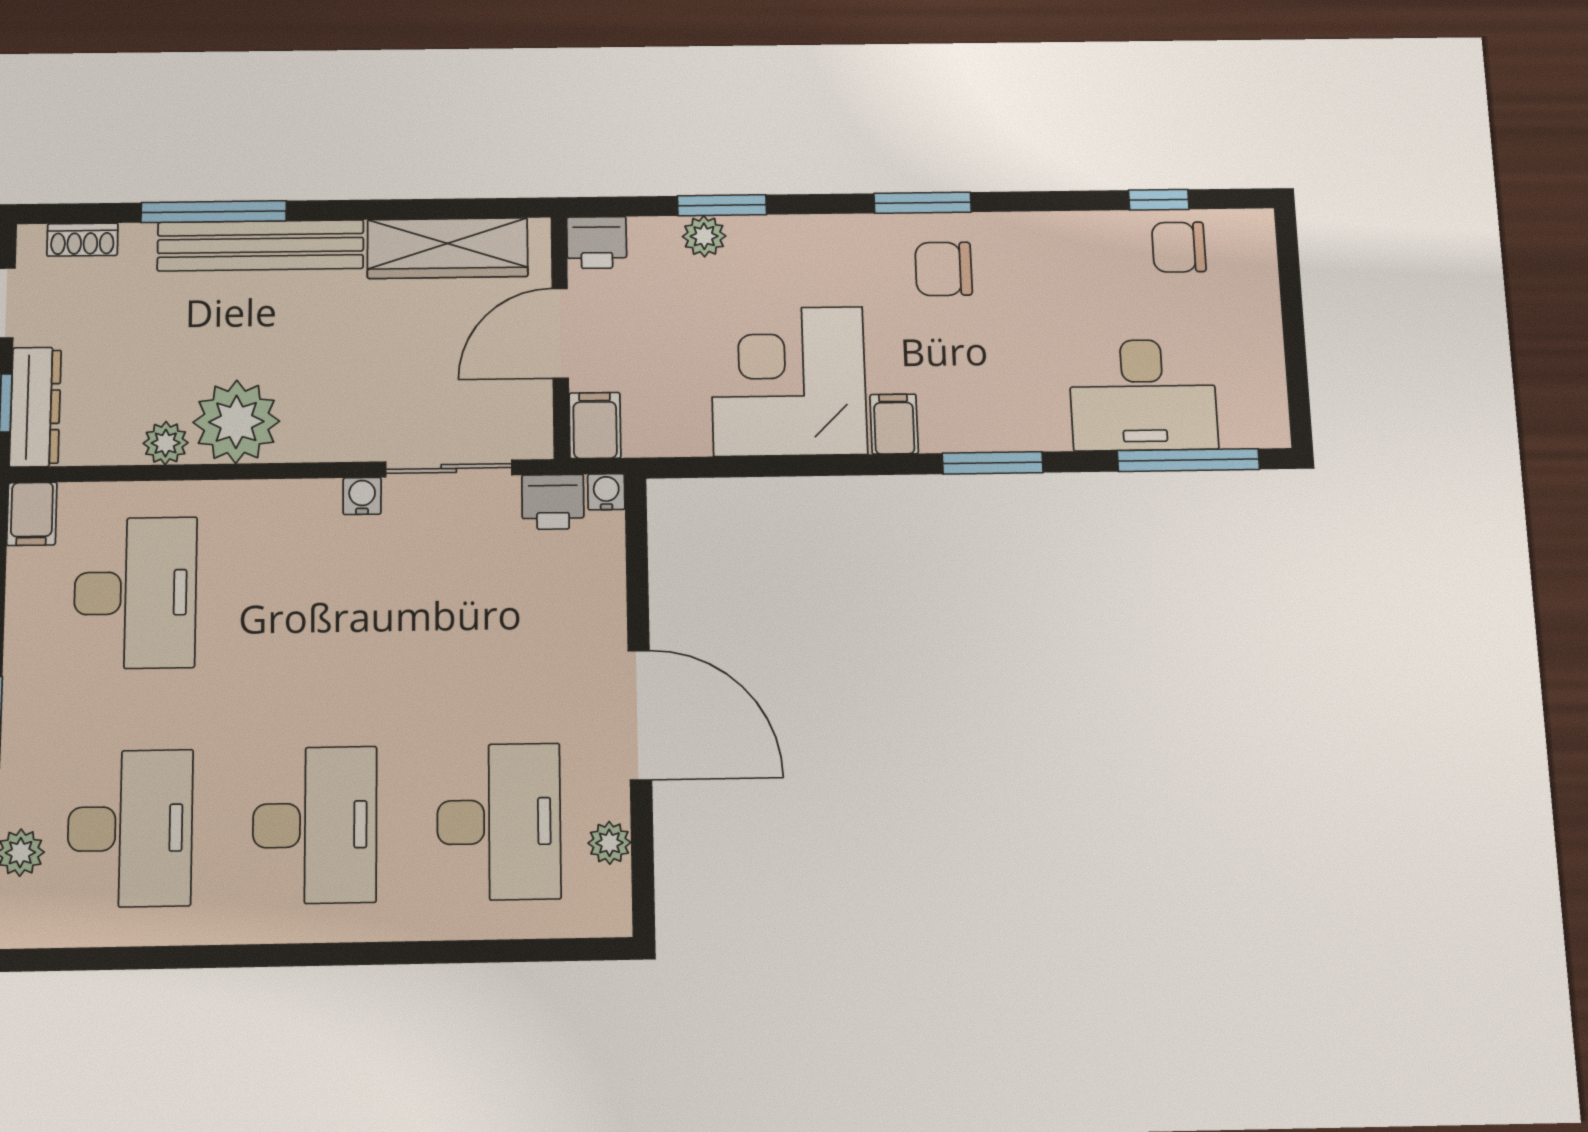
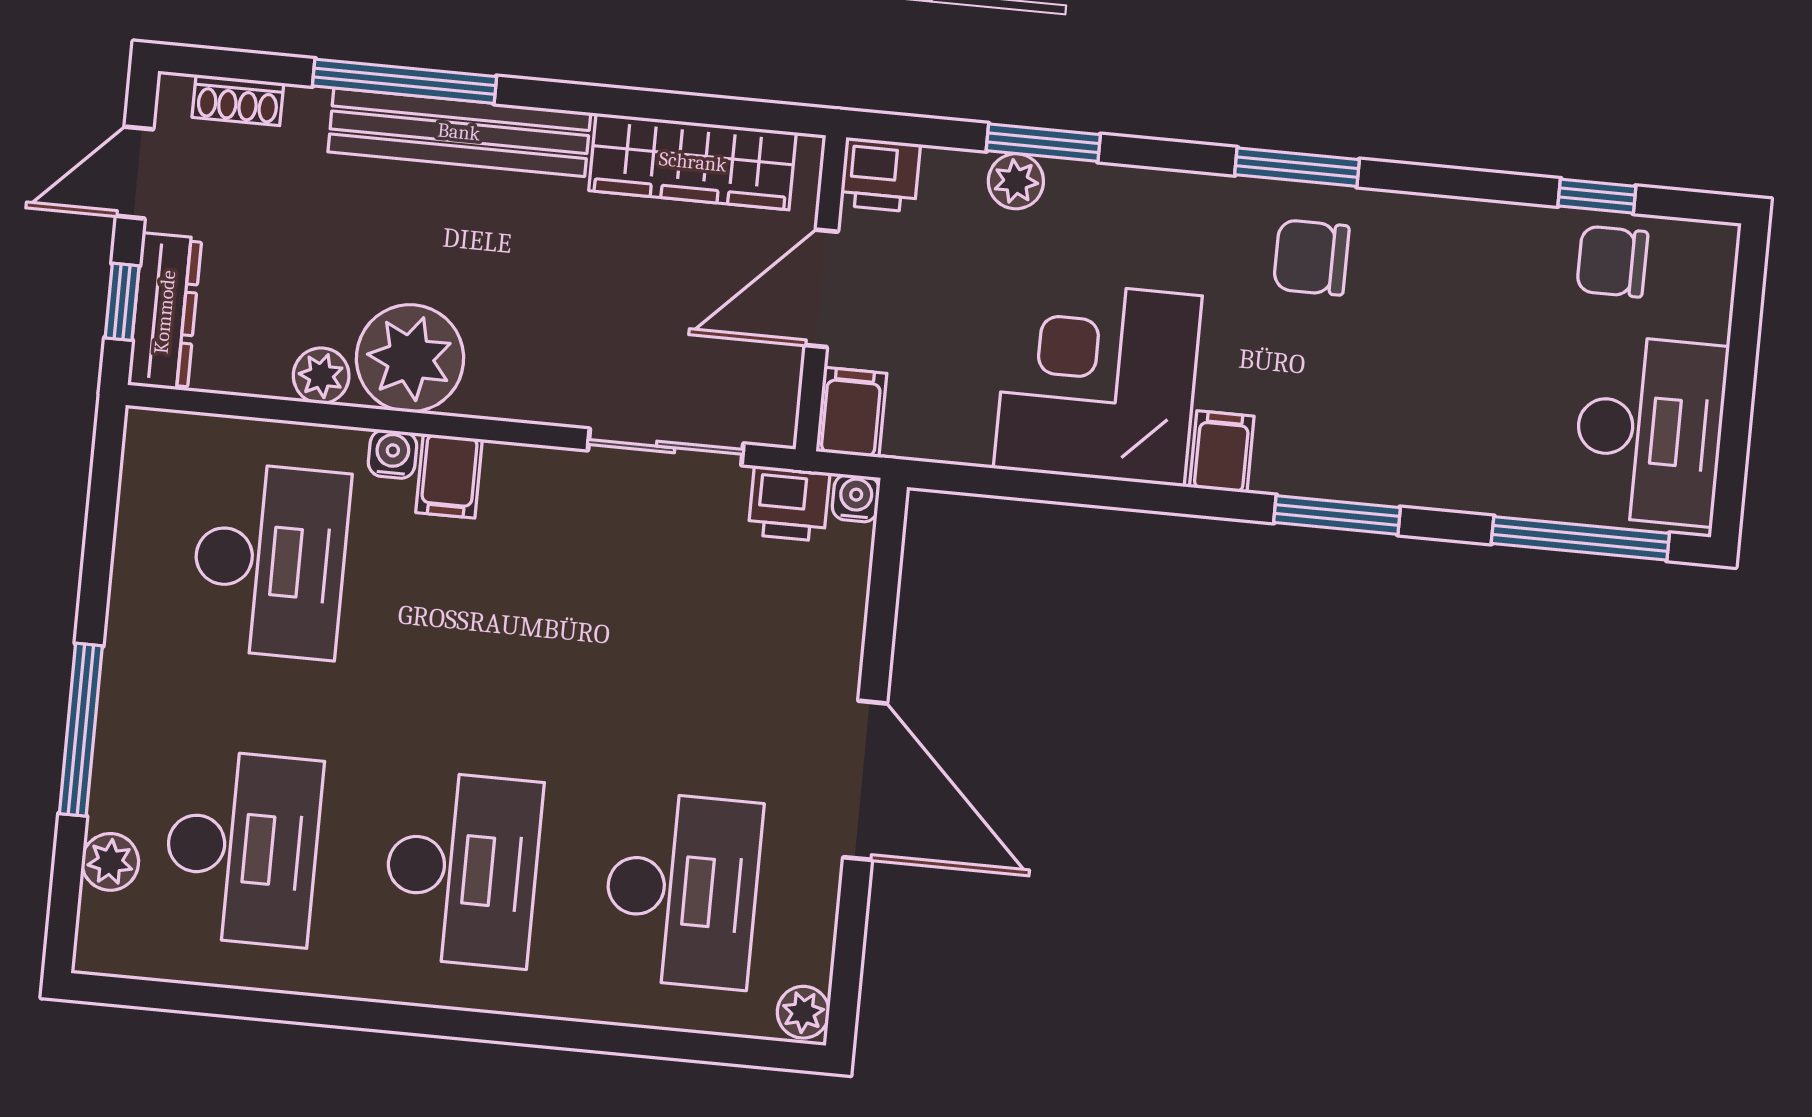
desk: (1143, 395) -> (1650, 430), moved, turned -90
water cooler: (362, 496) -> (392, 454), moved
filing cabinet: (32, 514) -> (449, 476), moved
plant: (609, 843) -> (803, 1012), moved

